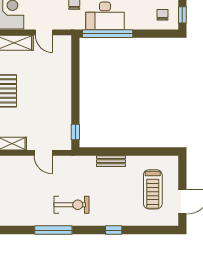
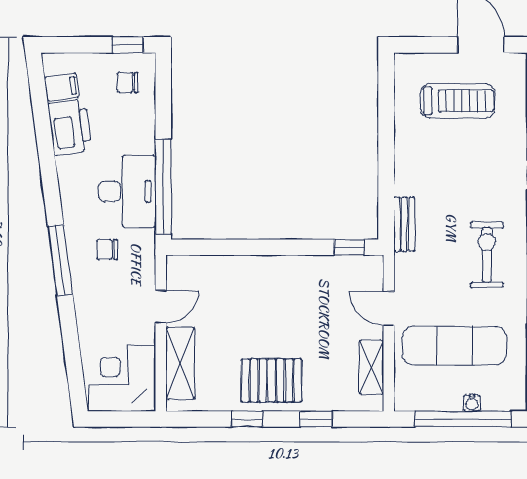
door: (43, 153) -> (389, 308), swing flipped
bench: (111, 161) -> (404, 224), moved
exercise mat: (23, 188) -> (454, 346), added

